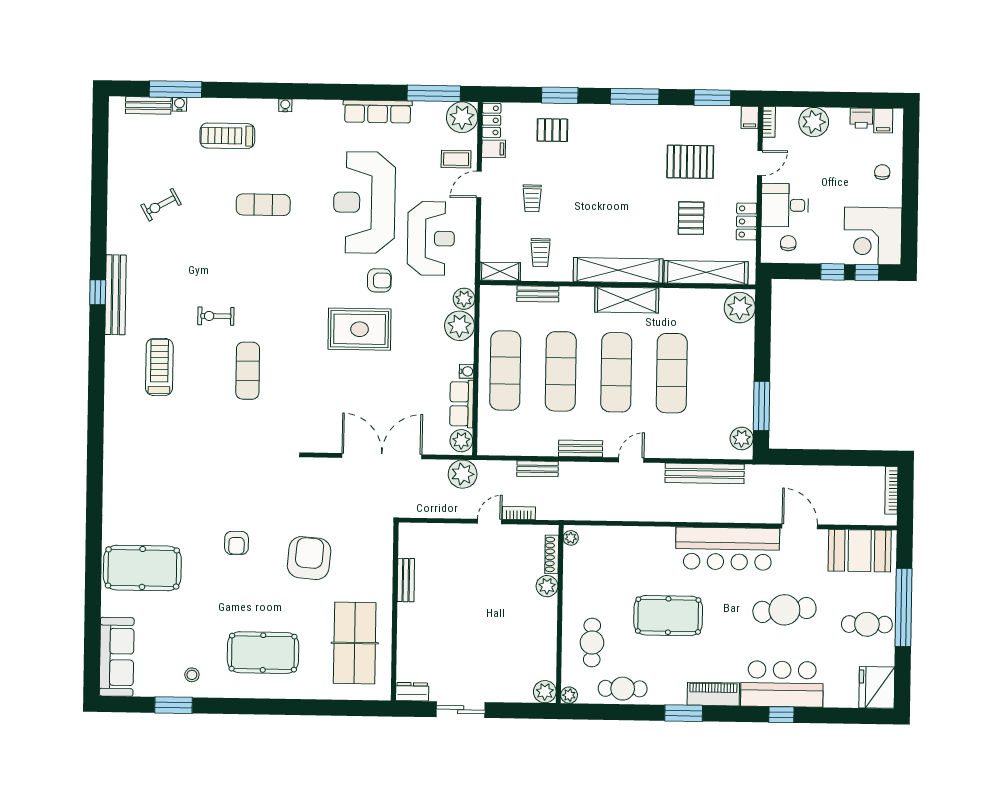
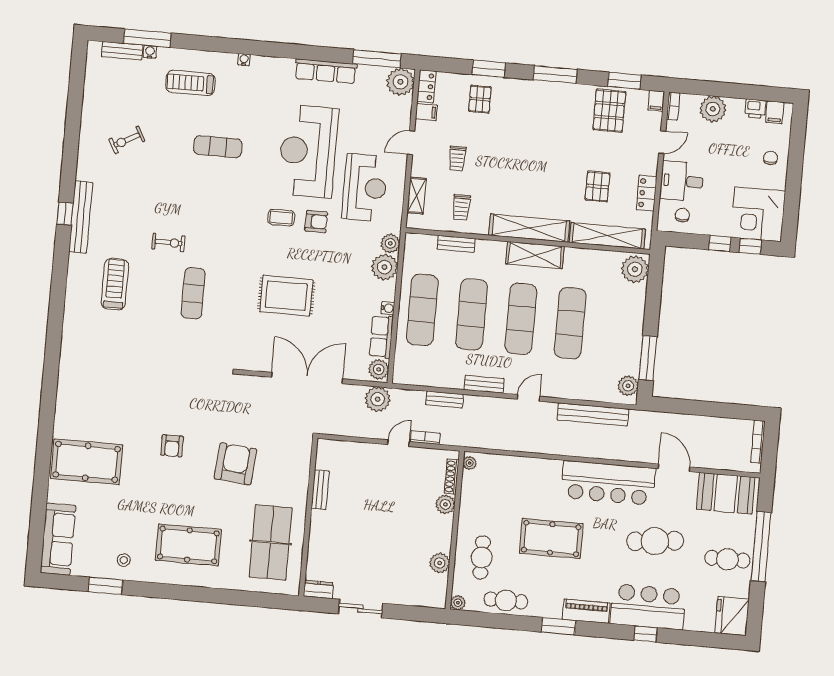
pallet: (552, 130) -> (480, 99), turned 90
coffee table: (456, 159) -> (281, 218), moved
pallet: (690, 162) -> (609, 111), moved, turned 90
shelving: (500, 271) -> (417, 196), moved, turned 90
exercise bike: (216, 316) -> (168, 243), turned 180
rug: (360, 329) -> (286, 296), moved
plant: (545, 692) -> (440, 563), moved

